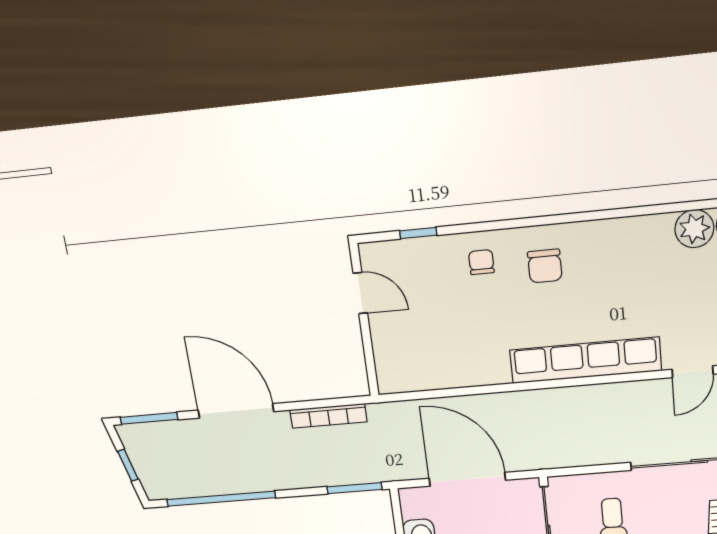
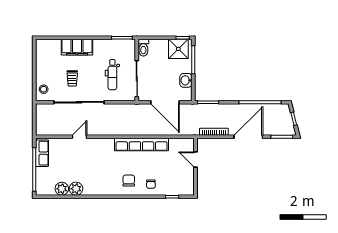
door: (360, 293) -> (196, 160), moved
row of seats: (585, 360) -> (141, 145), moved
door: (236, 411) -> (248, 137), swing flipped

